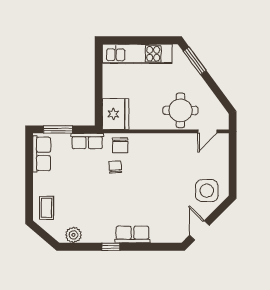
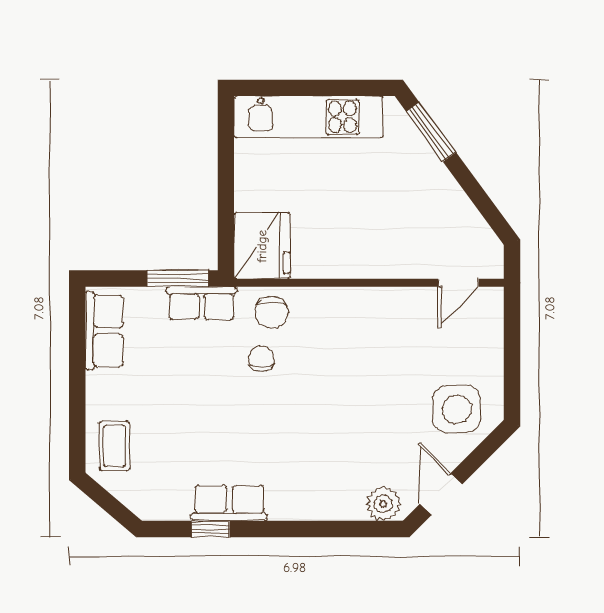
round table: (180, 110) -> (401, 238), removed
window: (58, 129) -> (178, 278), moved
plant: (73, 235) -> (383, 504), moved
row of seats: (132, 235) -> (229, 503), moved
window: (111, 247) -> (211, 529), moved

